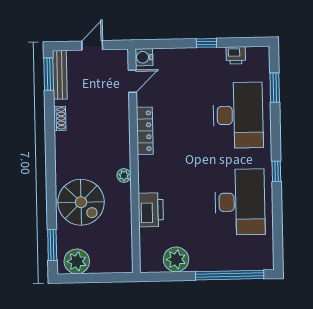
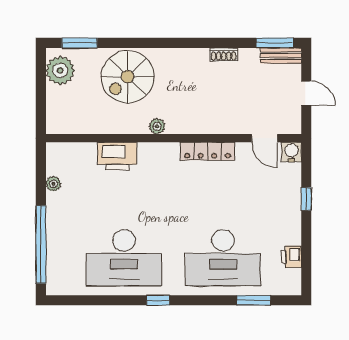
window: (206, 43) -> (306, 199), moved
bench: (60, 75) -> (281, 56), width x0.73
plant: (176, 259) -> (53, 184), width x0.53, depth x0.53

